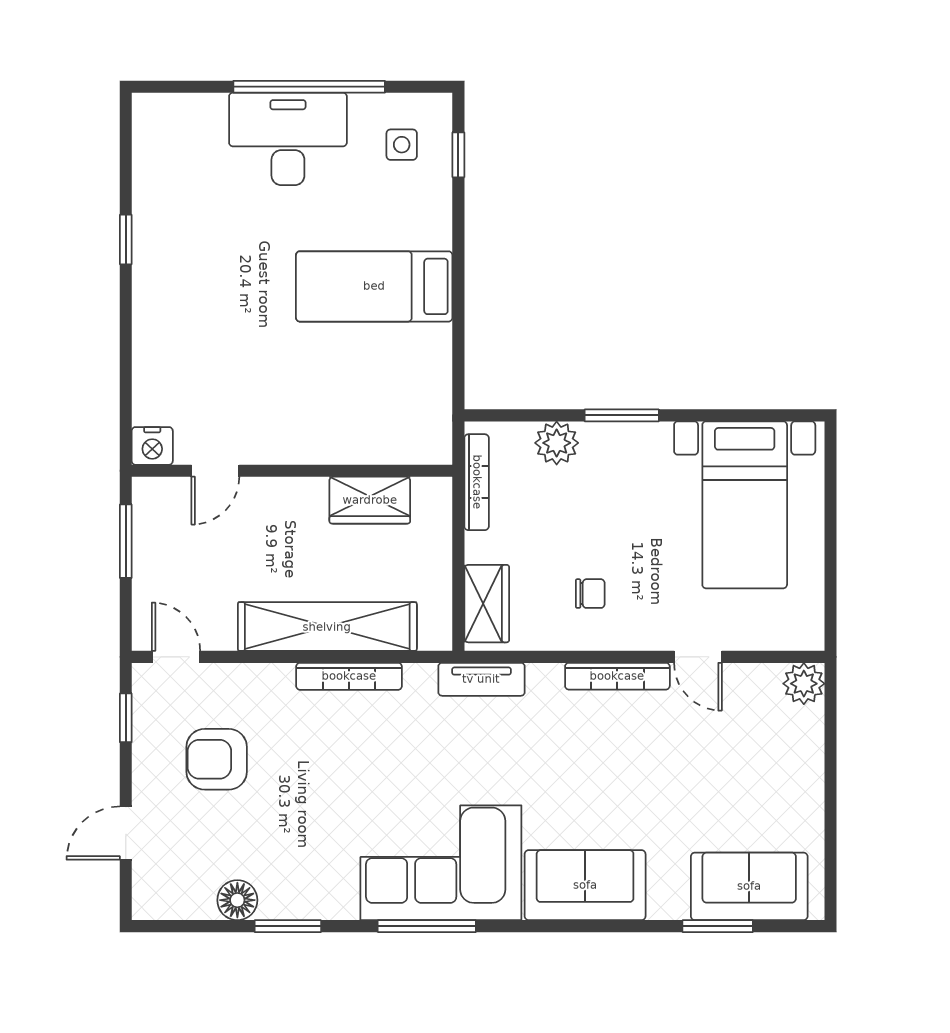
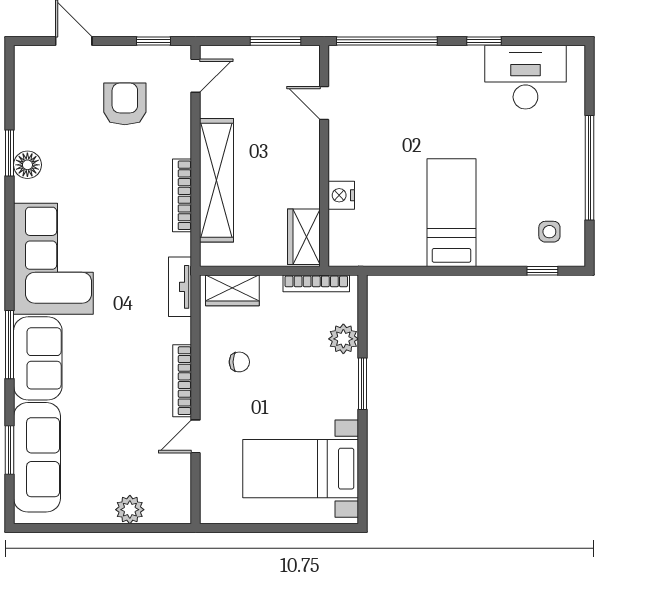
desk: (288, 139) -> (525, 77), moved, turned -90
window: (126, 380) -> (387, 41), added
nightstand: (152, 446) -> (341, 195), moved
wardrobe: (370, 500) -> (304, 237), moved
chair: (590, 594) -> (239, 362), turned -90
plant: (804, 684) -> (130, 510), moved
sofa: (749, 886) -> (37, 457), width x1.36
floor lamp: (237, 900) -> (27, 165), moved
window: (427, 926) -> (10, 345), moved

